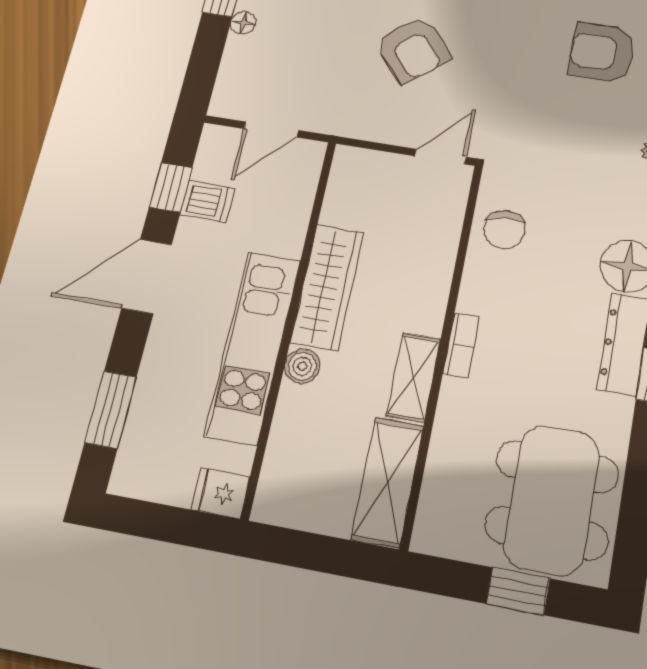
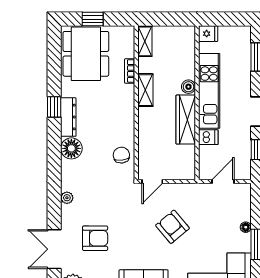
dishwasher: (207, 201) -> (208, 137), moved, turned 180
bookcase: (461, 346) -> (130, 71), moved
shelving: (388, 482) -> (145, 41), width x0.67, depth x0.75

